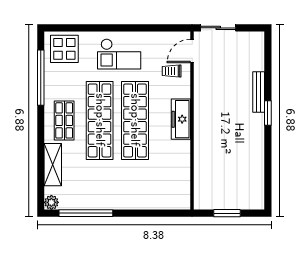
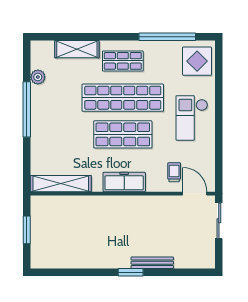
shop shelf: (135, 120) -> (123, 134), width x0.71
shelving: (182, 180) -> (61, 184), added
plant: (51, 202) -> (38, 77), moved
window: (86, 213) -> (27, 109), moved

